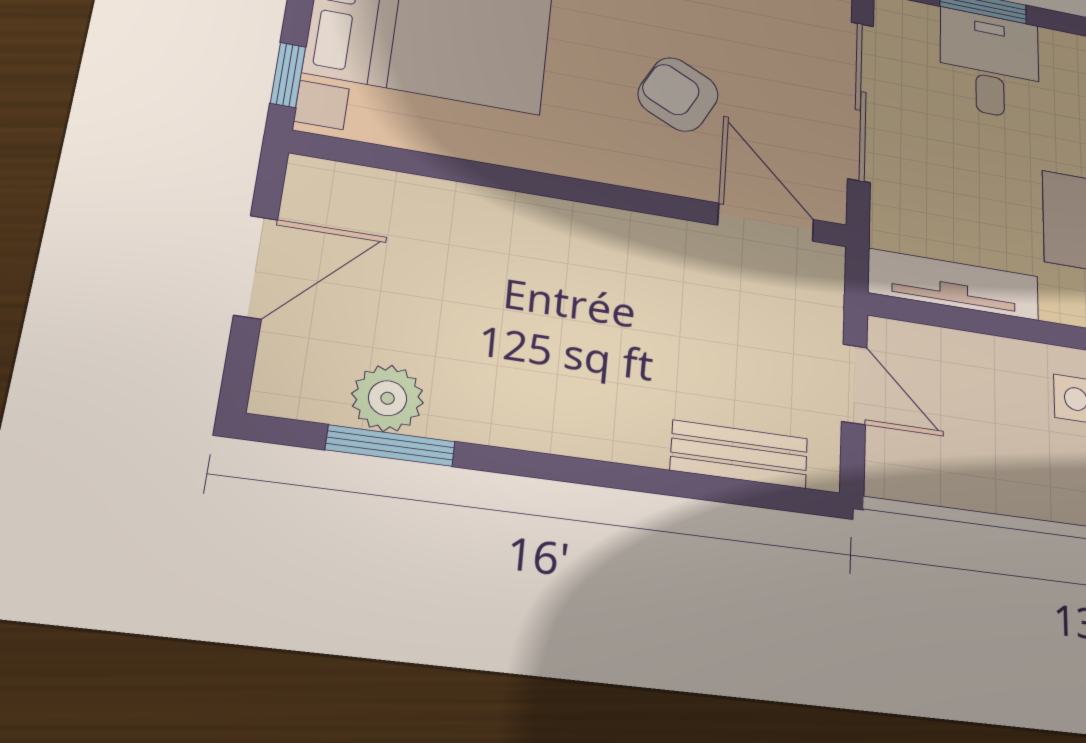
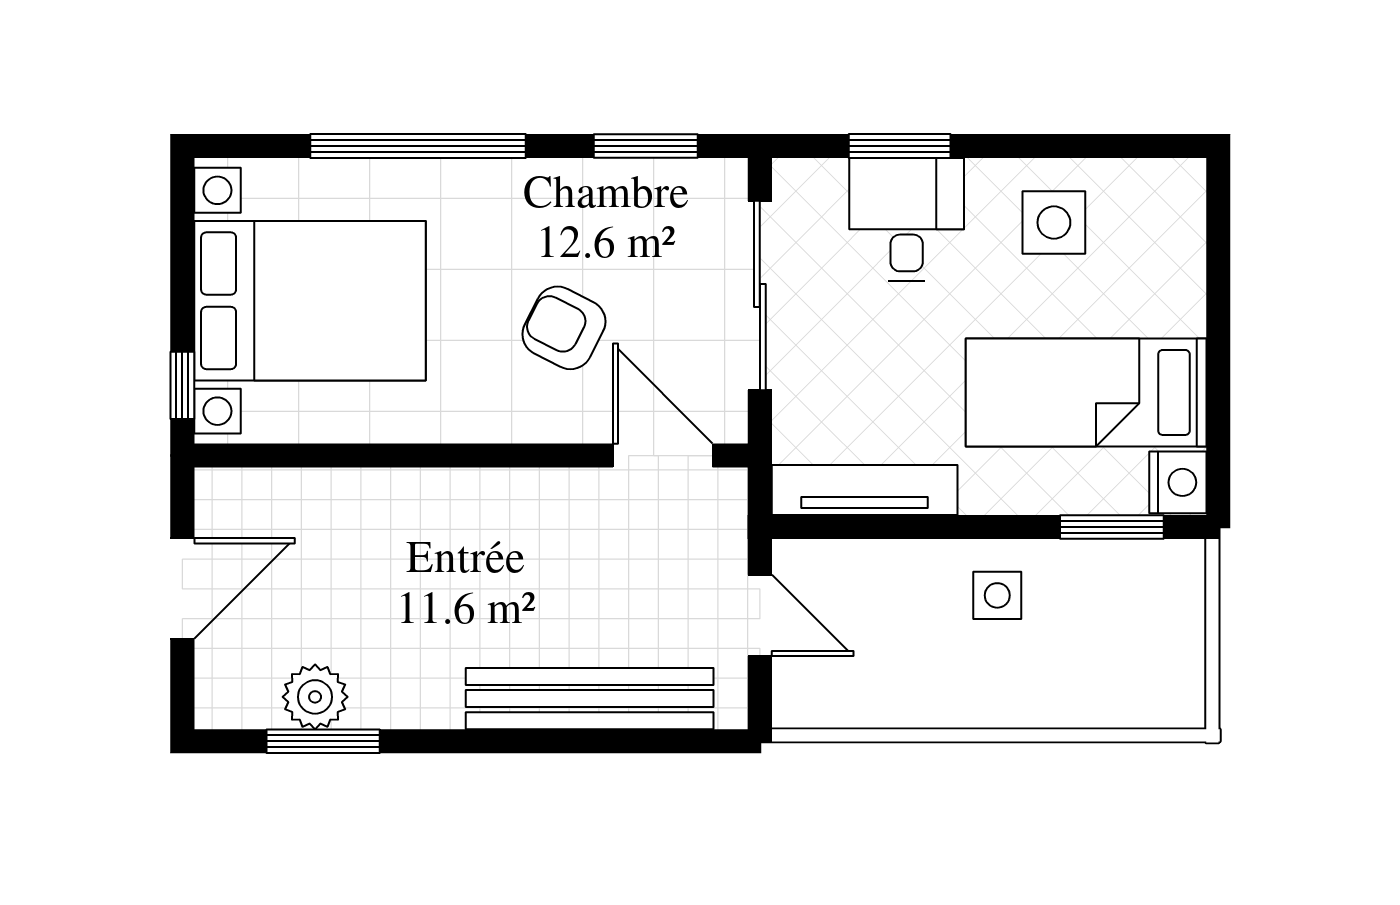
bench: (739, 454) -> (590, 699), width x1.86, depth x1.21

